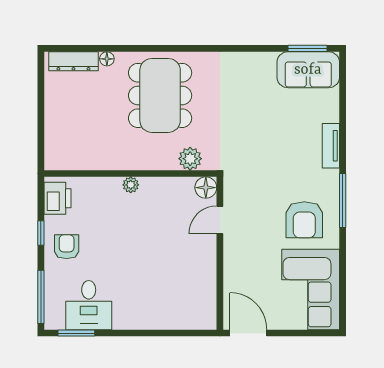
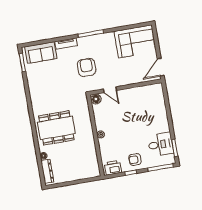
sofa: (308, 70) -> (41, 53), moved, turned 90
plant: (190, 159) -> (84, 109), removed
armchair: (304, 220) -> (87, 67), moved, turned -90

